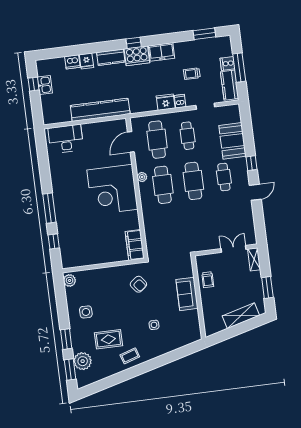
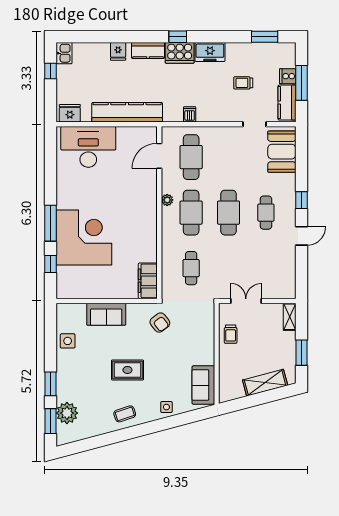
dishwasher: (72, 62) -> (101, 50), removed
kitchen sink: (45, 85) -> (64, 53), moved
dishwasher: (180, 101) -> (190, 114), moved
fridge: (166, 102) -> (70, 113), moved
cafe table: (188, 136) -> (191, 268), moved
desk: (66, 139) -> (88, 147), width x1.36, depth x1.30
booth: (232, 141) -> (282, 152), moved
corner desk: (112, 190) -> (84, 237), moved, turned 180
double door: (234, 249) -> (246, 301), moved
sofa: (104, 277) -> (106, 314), added
plant: (70, 280) -> (64, 314), removed
armchair: (138, 284) -> (160, 323), moved
sofa: (187, 294) -> (203, 385), moved
side table: (86, 312) -> (68, 341), moved
side table: (154, 325) -> (166, 407), moved
rug: (108, 339) -> (127, 370), moved

